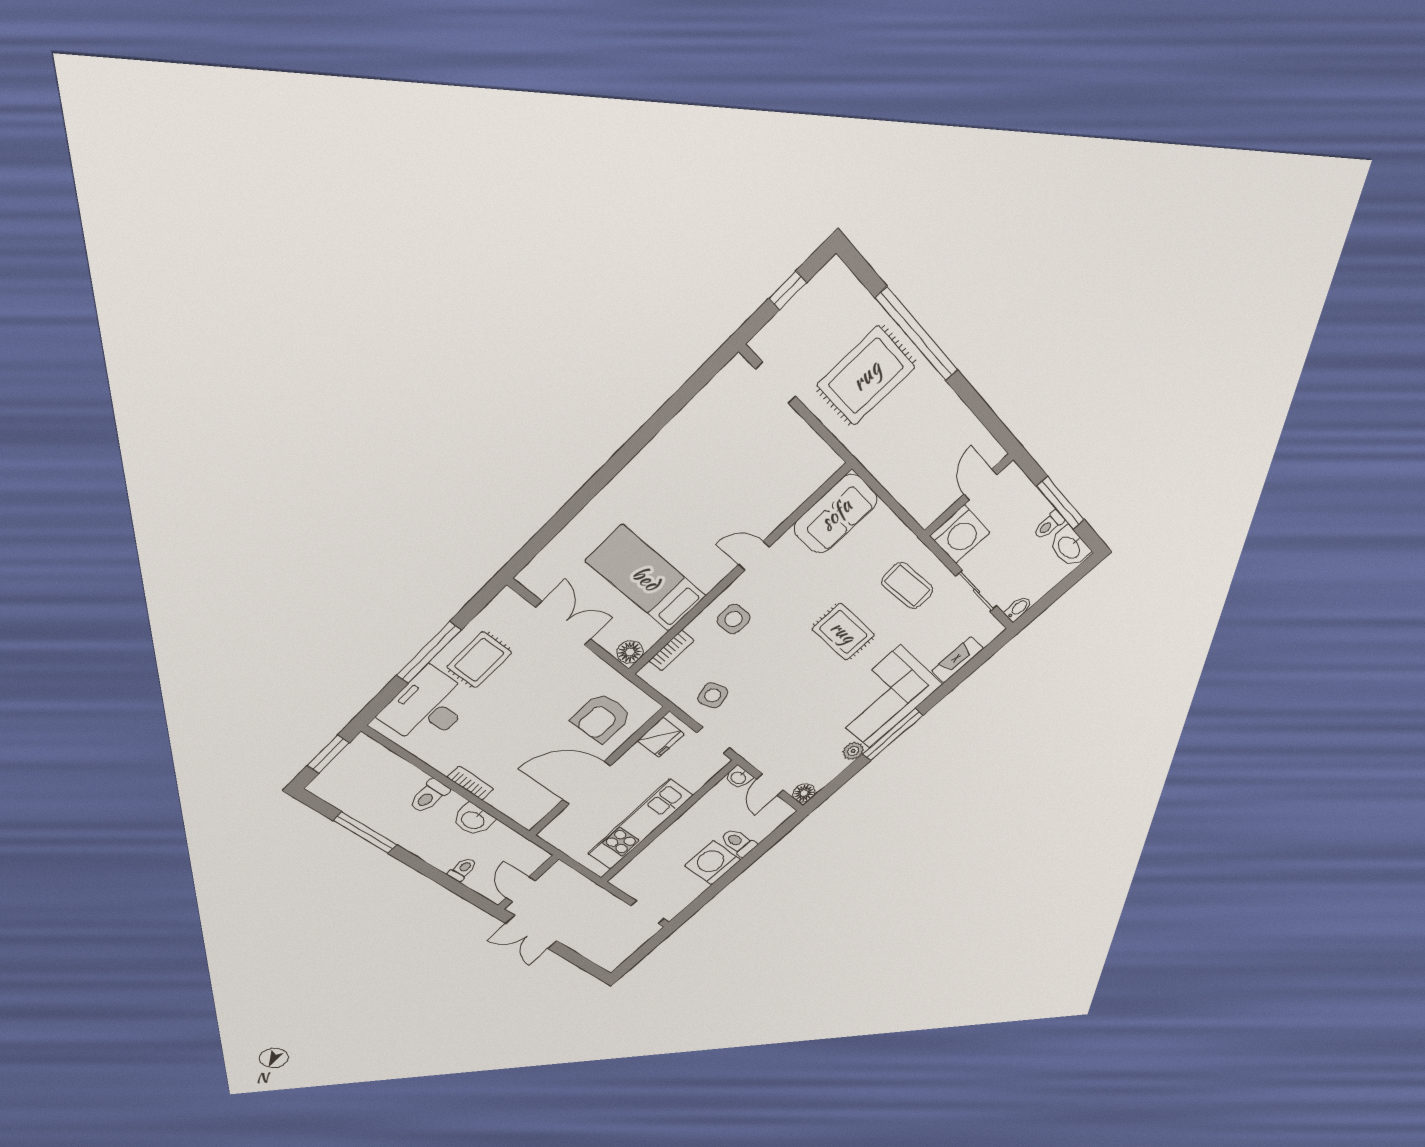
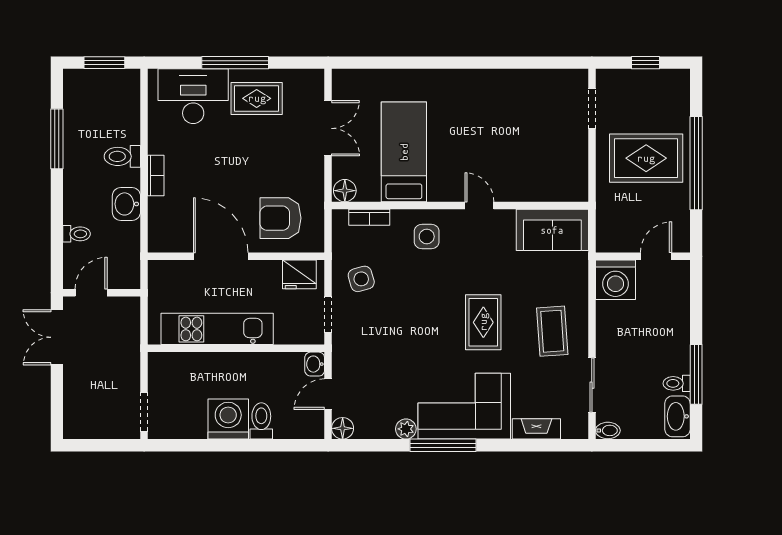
door: (980, 485) -> (656, 256), moved
wall: (968, 495) -> (643, 256), moved
washing machine: (960, 534) -> (615, 280), moved

